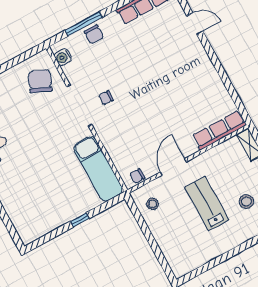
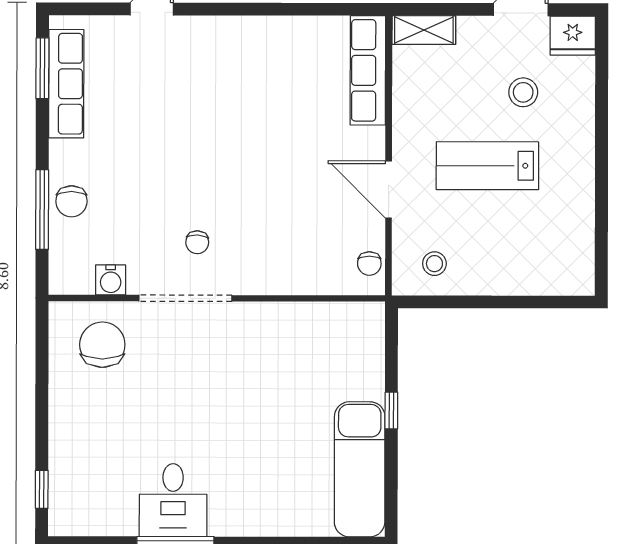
chair: (94, 34) -> (71, 201), turned 90
water cooler: (63, 57) -> (111, 280), moved
chair: (40, 81) -> (102, 345), turned 67
exam couch: (98, 169) -> (360, 469), moved, turned 90

